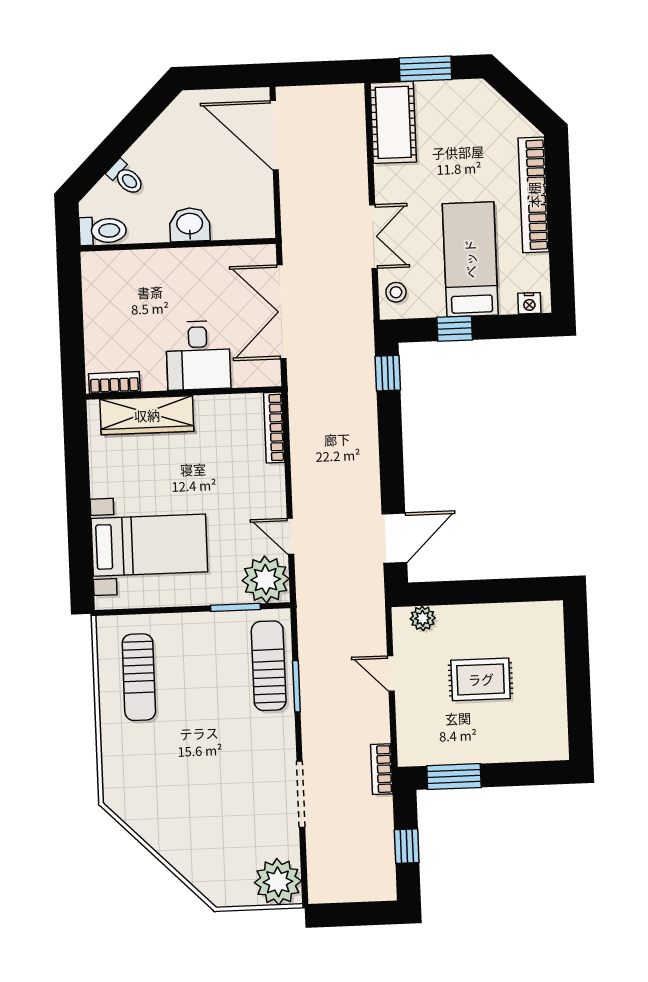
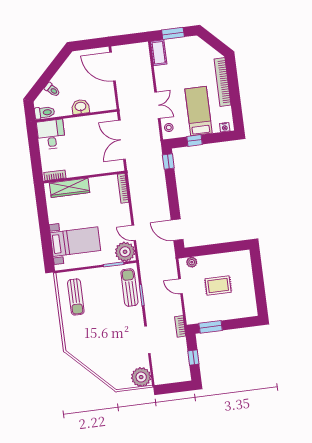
cot: (393, 122) -> (159, 53), width x0.73, depth x0.75
desk: (198, 355) -> (51, 134), moved, turned 180
door: (394, 538) -> (177, 230), swing flipped

